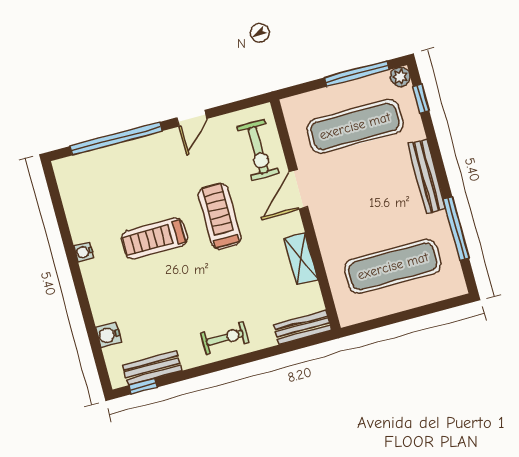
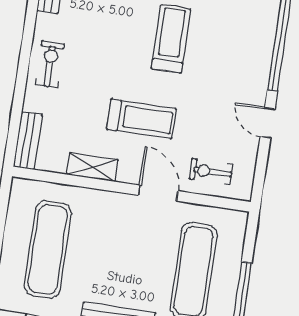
exercise bike: (258, 150) -> (211, 172), width x0.73, depth x0.72
treadmill: (220, 216) -> (141, 119), moved
exercise bike: (225, 338) -> (50, 64), turned 180

